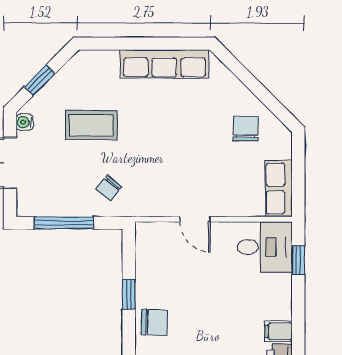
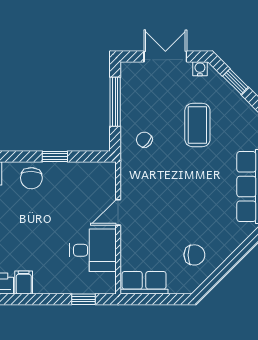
desk: (265, 247) -> (93, 250), moved, turned -90

